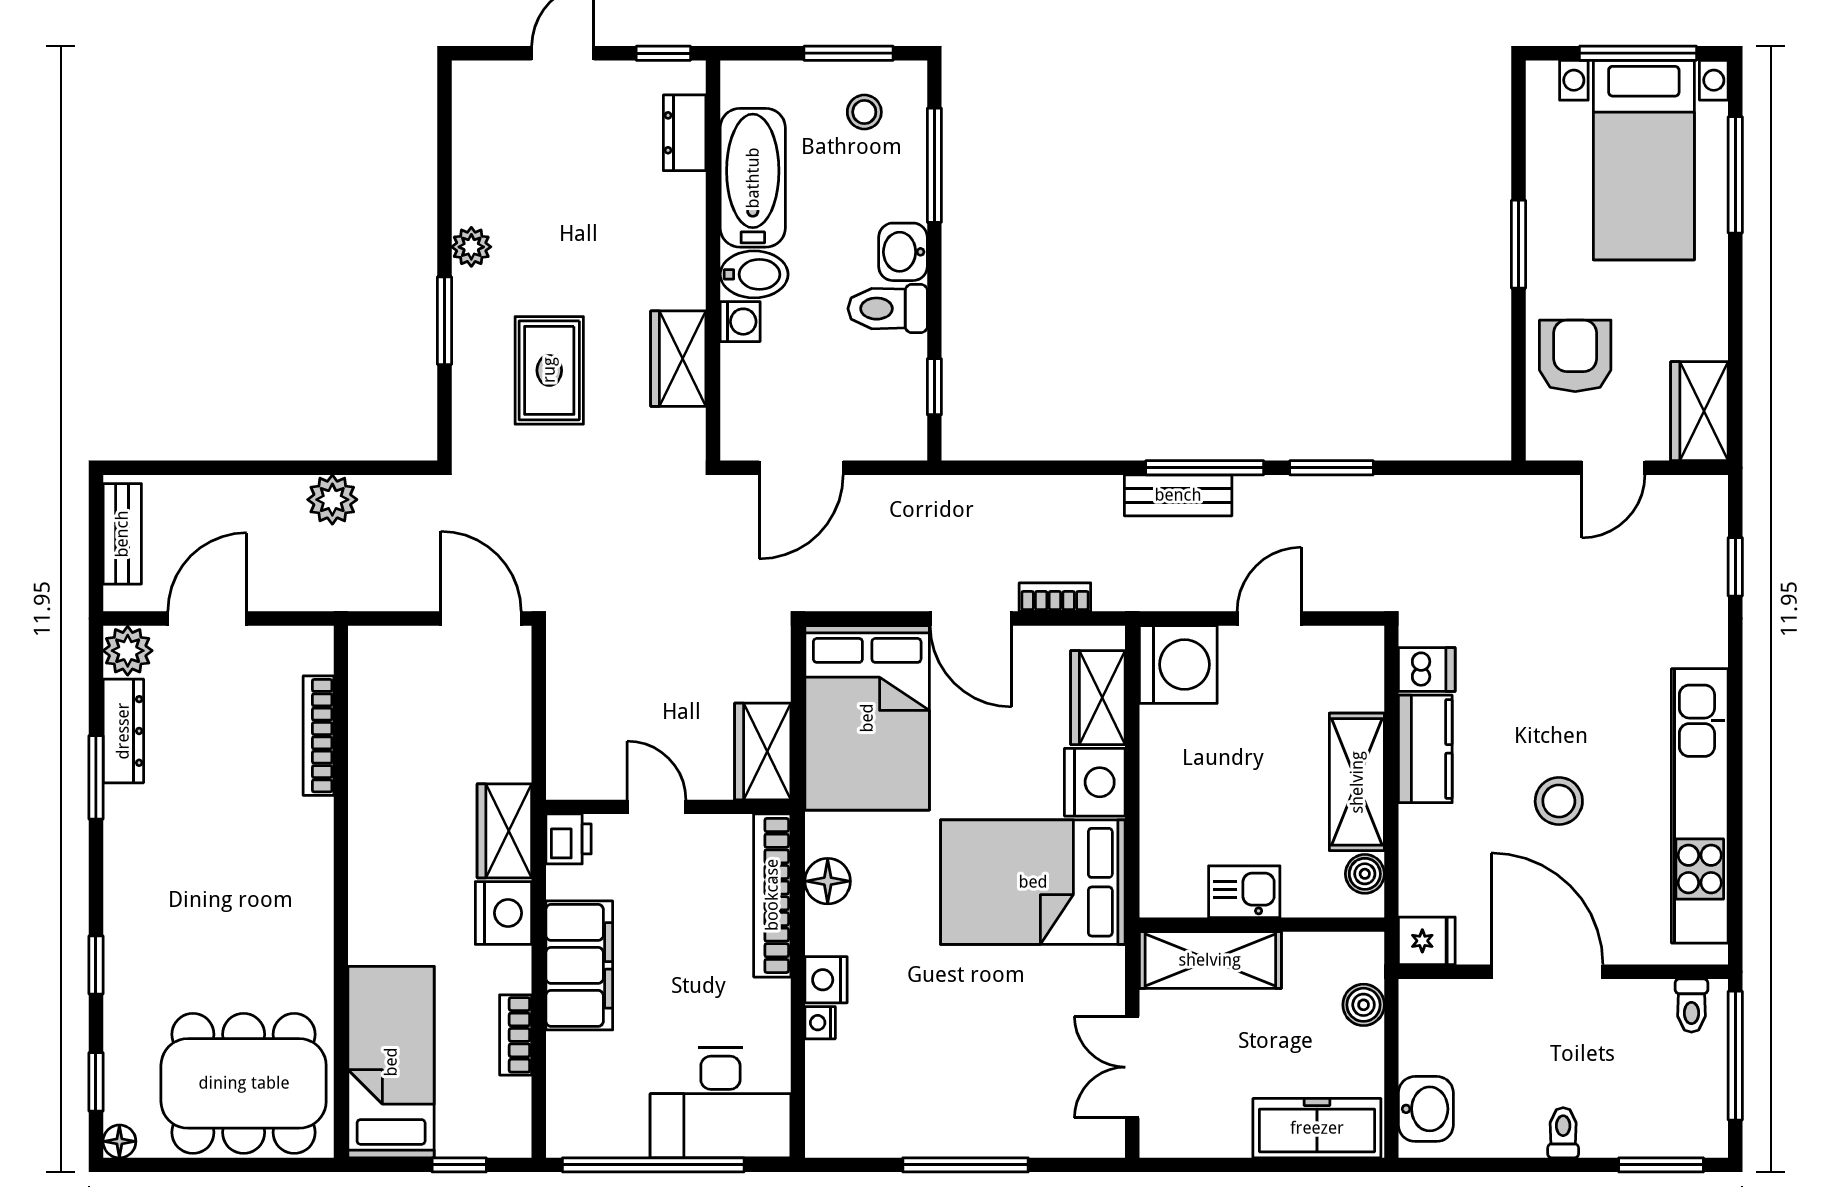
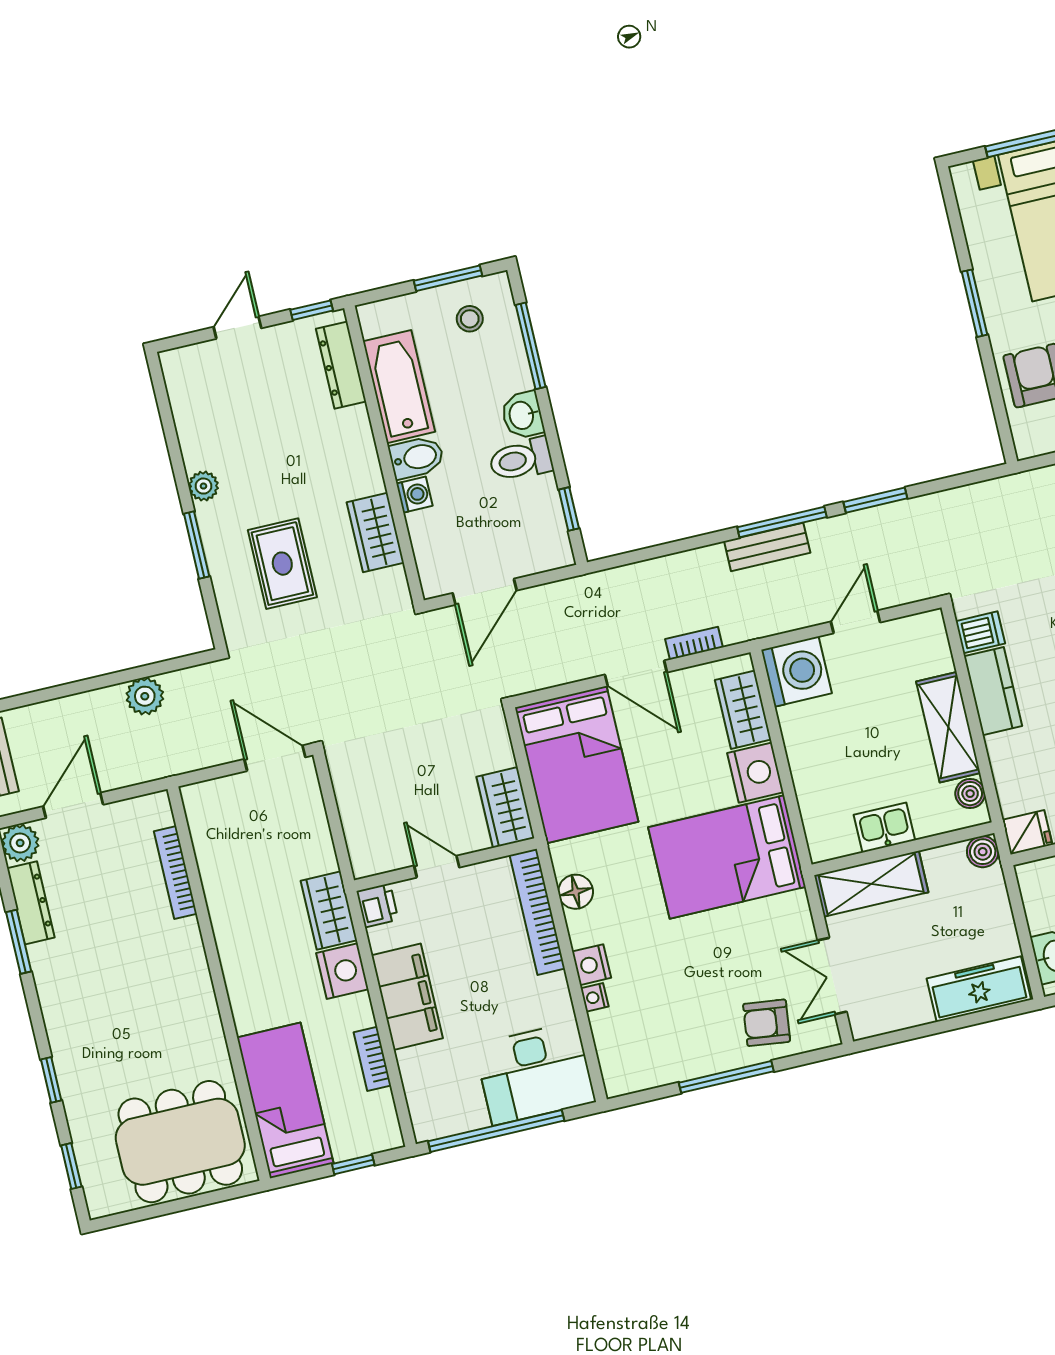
dresser: (685, 133) -> (341, 365), width x1.44
boiler: (1364, 1005) -> (983, 852), moved
armchair: (1034, 1107) -> (767, 1023), added
floor lamp: (119, 1141) -> (99, 1206), removed

